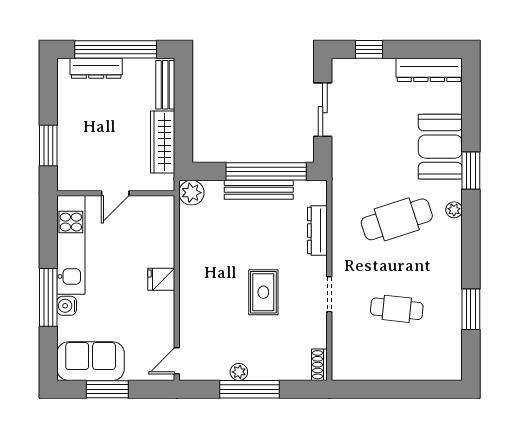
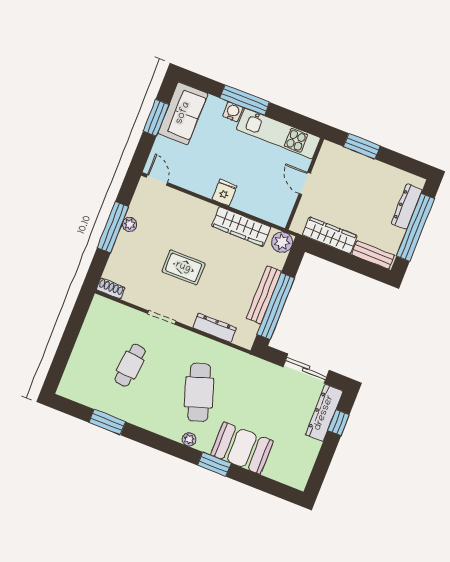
dresser: (429, 70) -> (324, 413), moved
wardrobe: (192, 245) -> (241, 227), added

